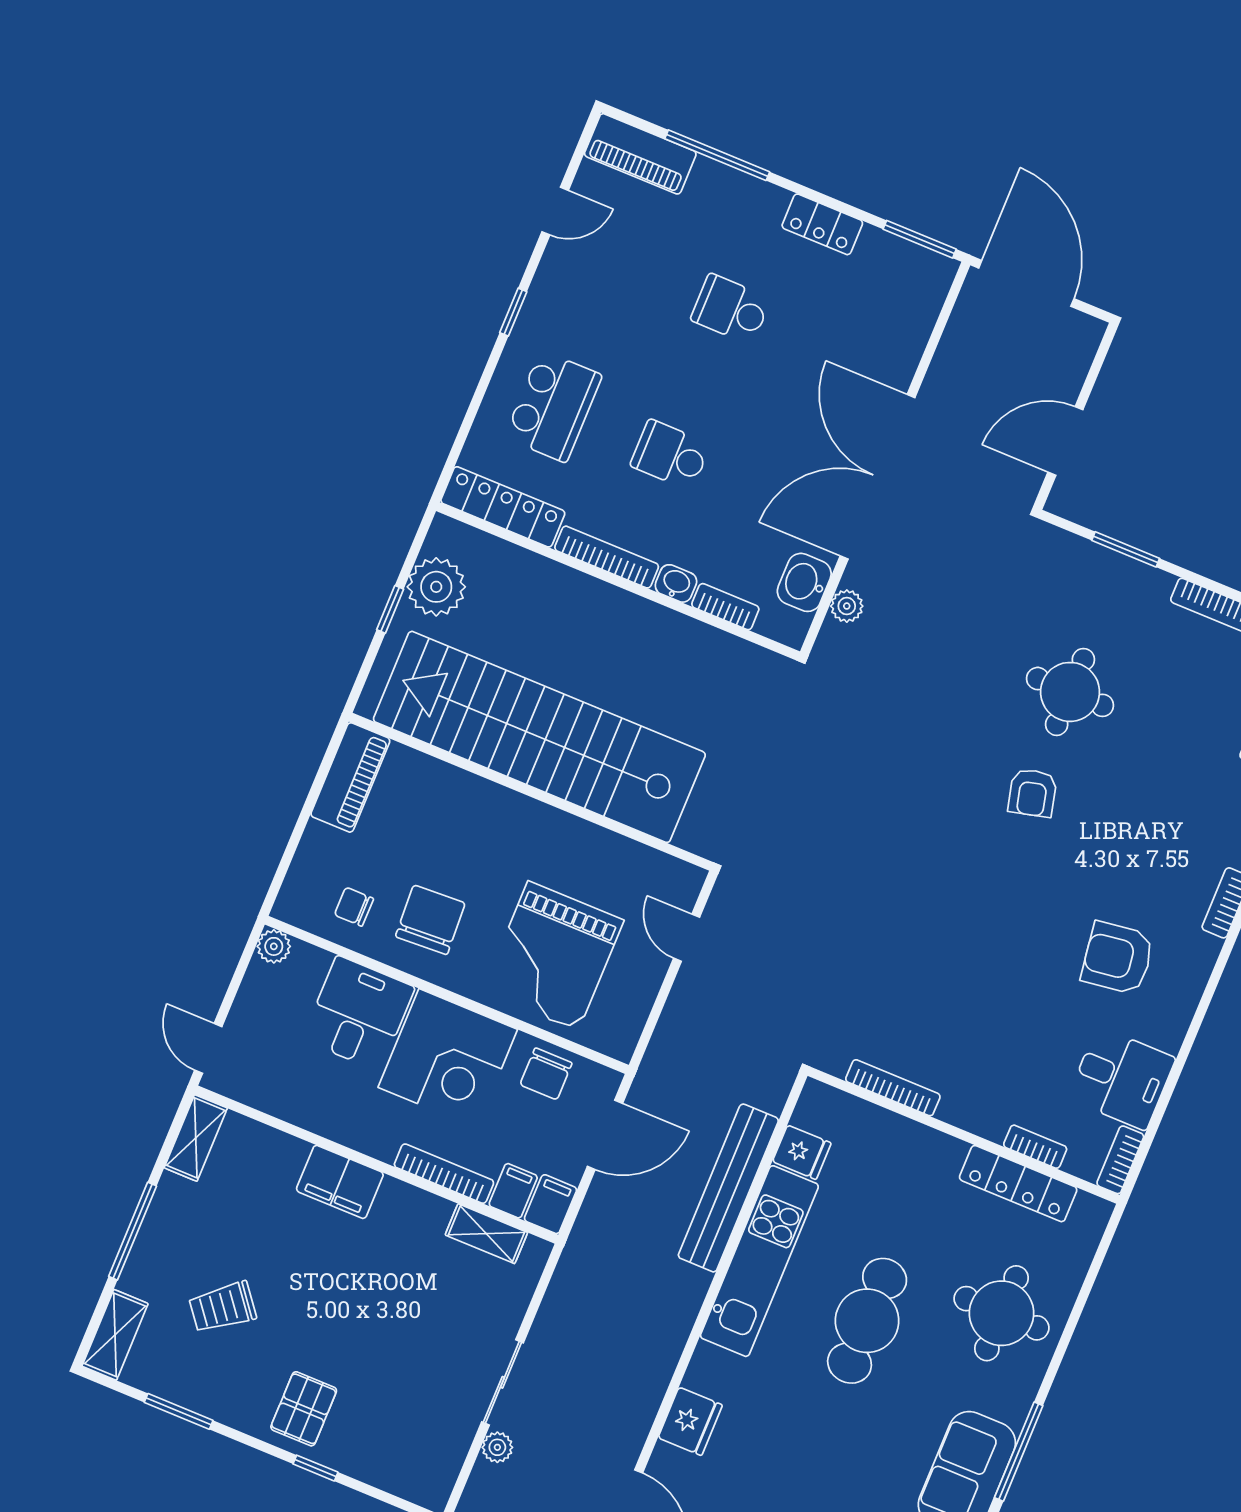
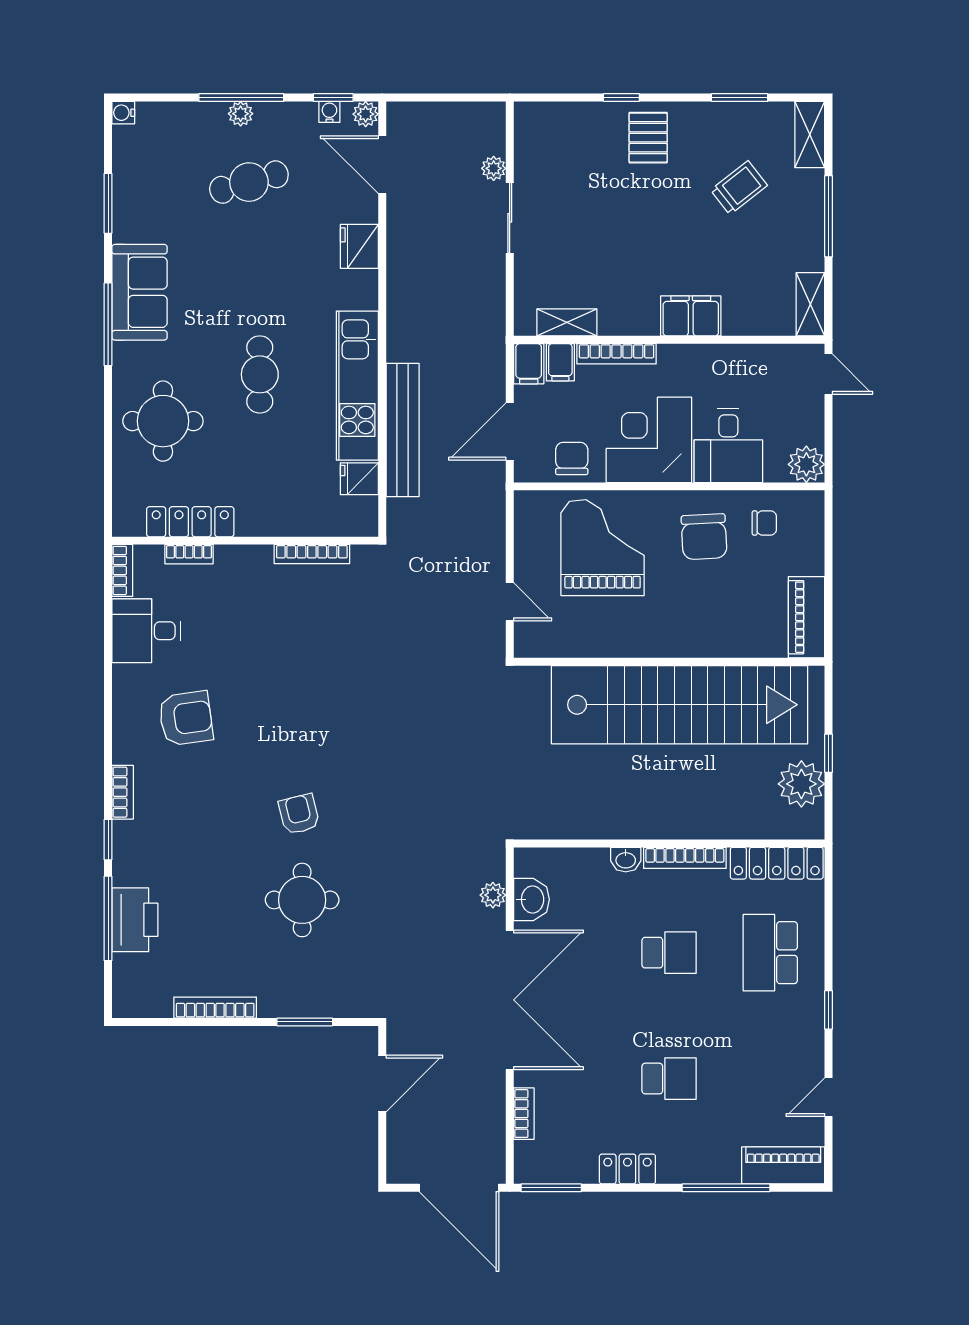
bookcase: (725, 607) -> (524, 1114), moved, turned -90
plant: (274, 946) -> (806, 464), width x1.38, depth x1.38
cafe table: (867, 1321) -> (260, 374), width x0.73, depth x0.74

